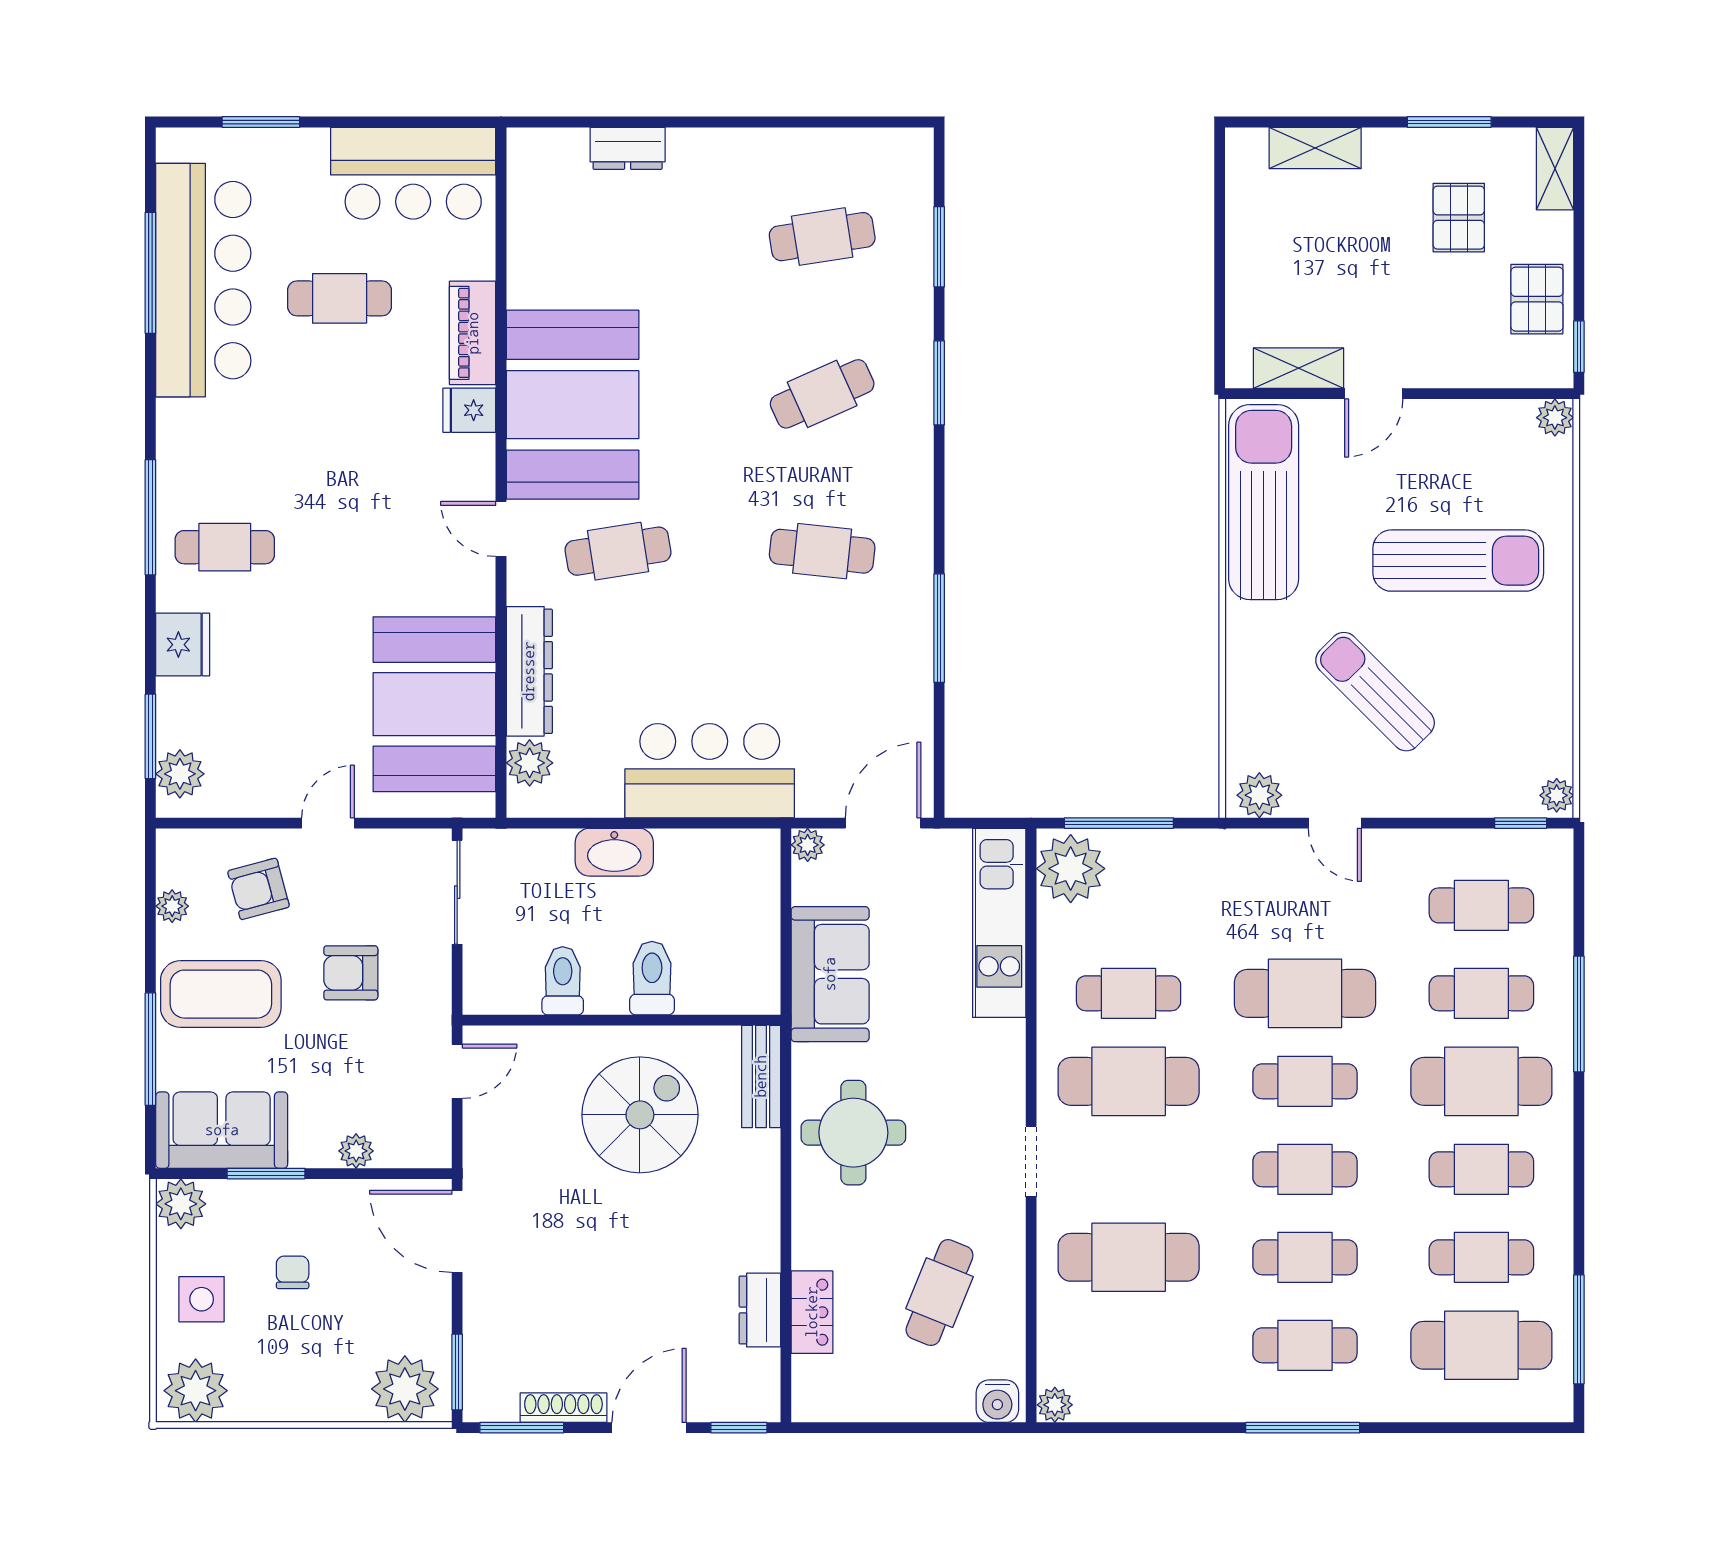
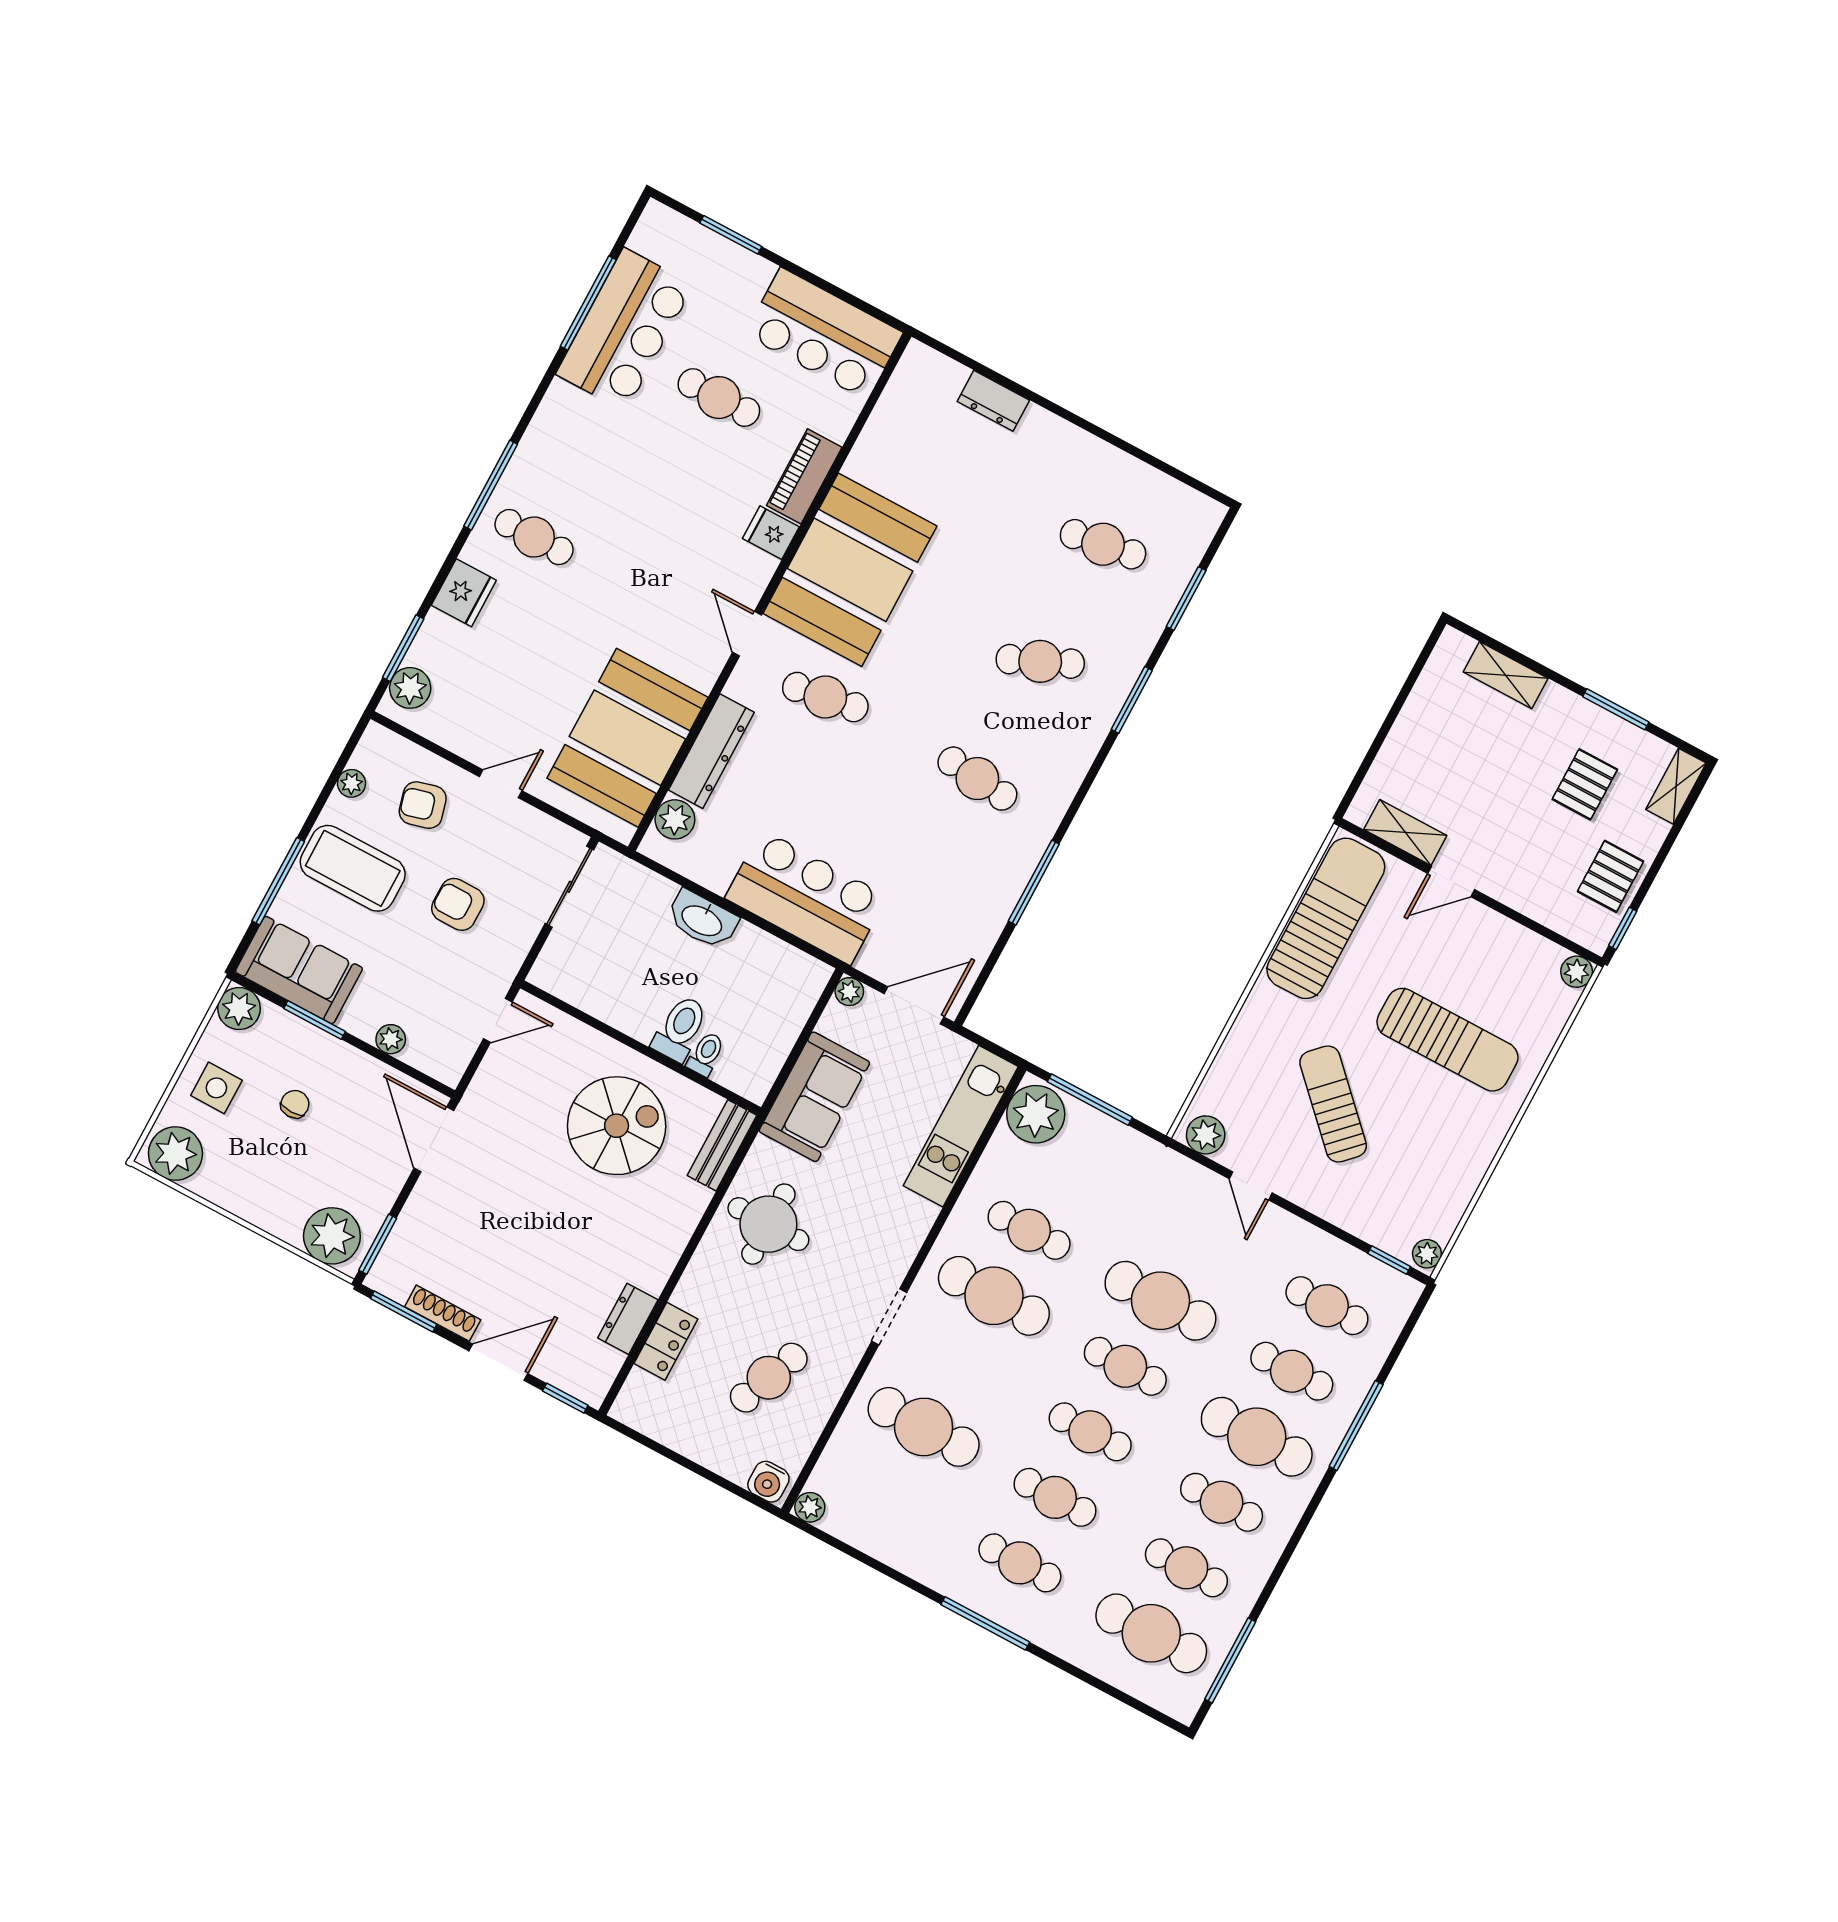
bar counter: (203, 280) -> (625, 330), width x0.73
toilet: (563, 981) -> (706, 1054), moved, width x0.73, depth x0.72

